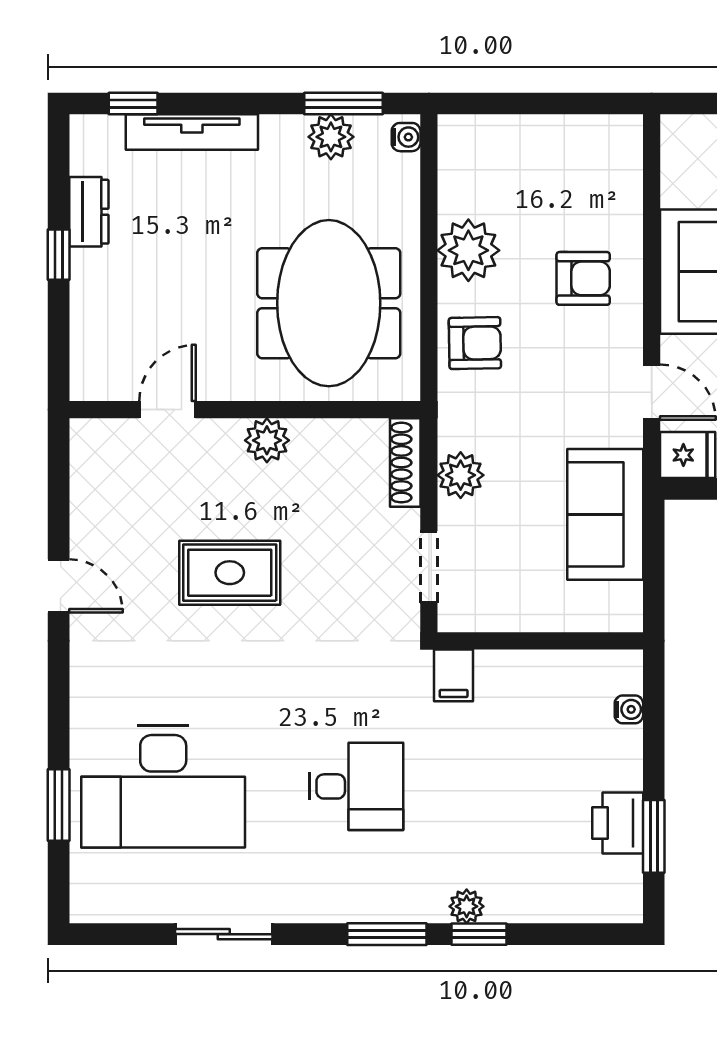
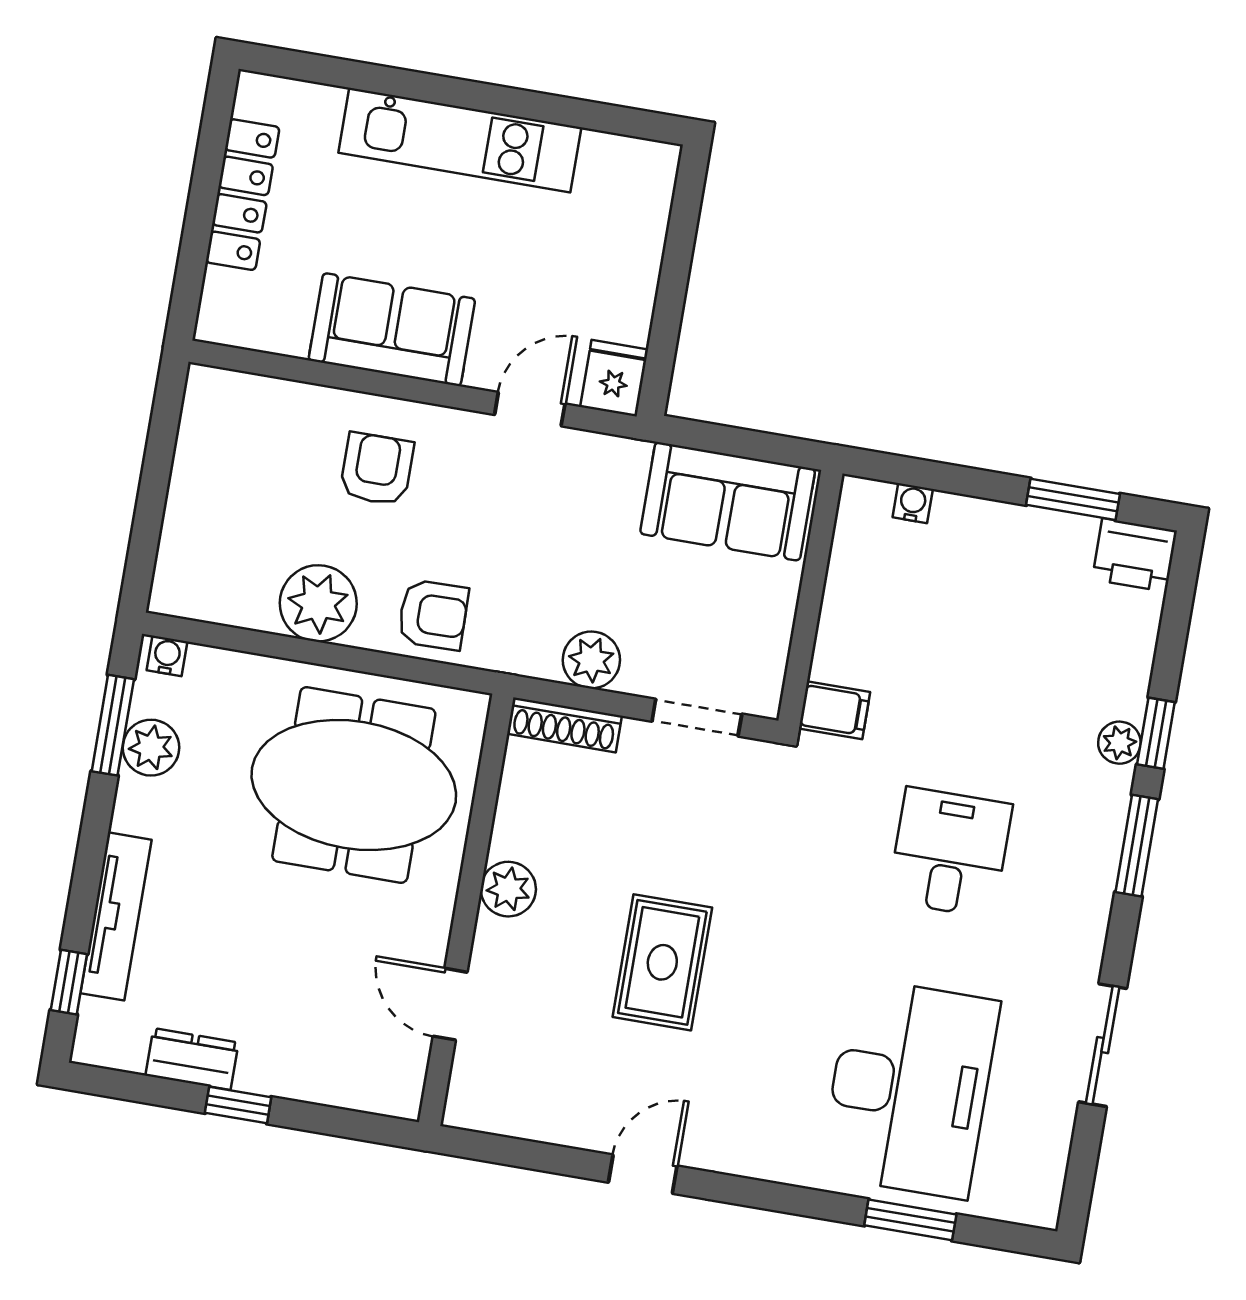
armchair: (475, 343) -> (433, 615), turned 90
sofa: (605, 514) -> (728, 501), moved
printer: (618, 823) -> (1135, 555), moved

